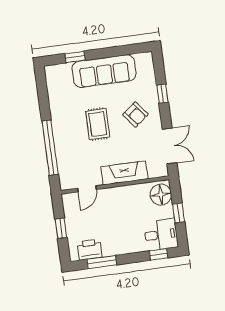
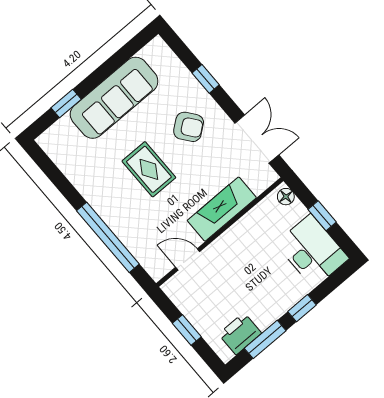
door: (87, 189) -> (188, 259), swing flipped
floor lamp: (161, 195) -> (286, 197), width x0.53, depth x0.53
desk: (161, 235) -> (312, 251), width x1.37
window: (159, 254) -> (302, 308), moved

